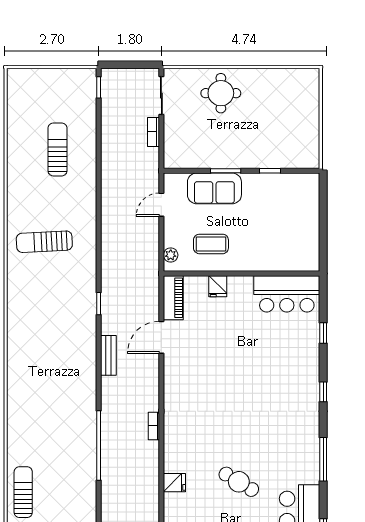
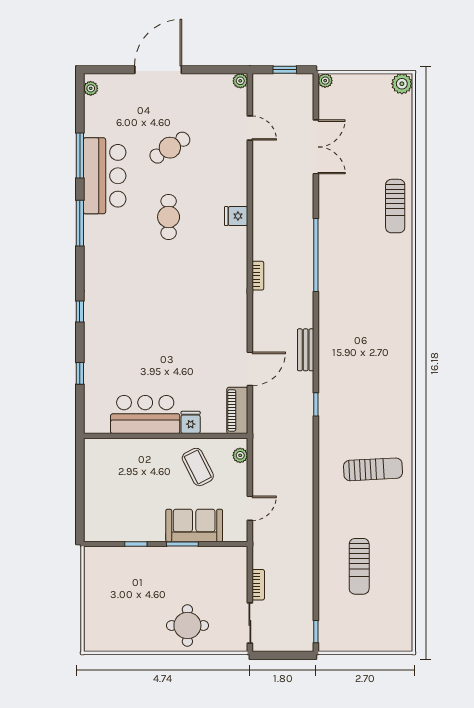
coffee table: (211, 244) -> (198, 467), turned 63
bar counter: (287, 294) -> (145, 414), moved
window: (323, 459) -> (80, 223), moved
cafe table: (239, 482) -> (169, 217), turned 59

